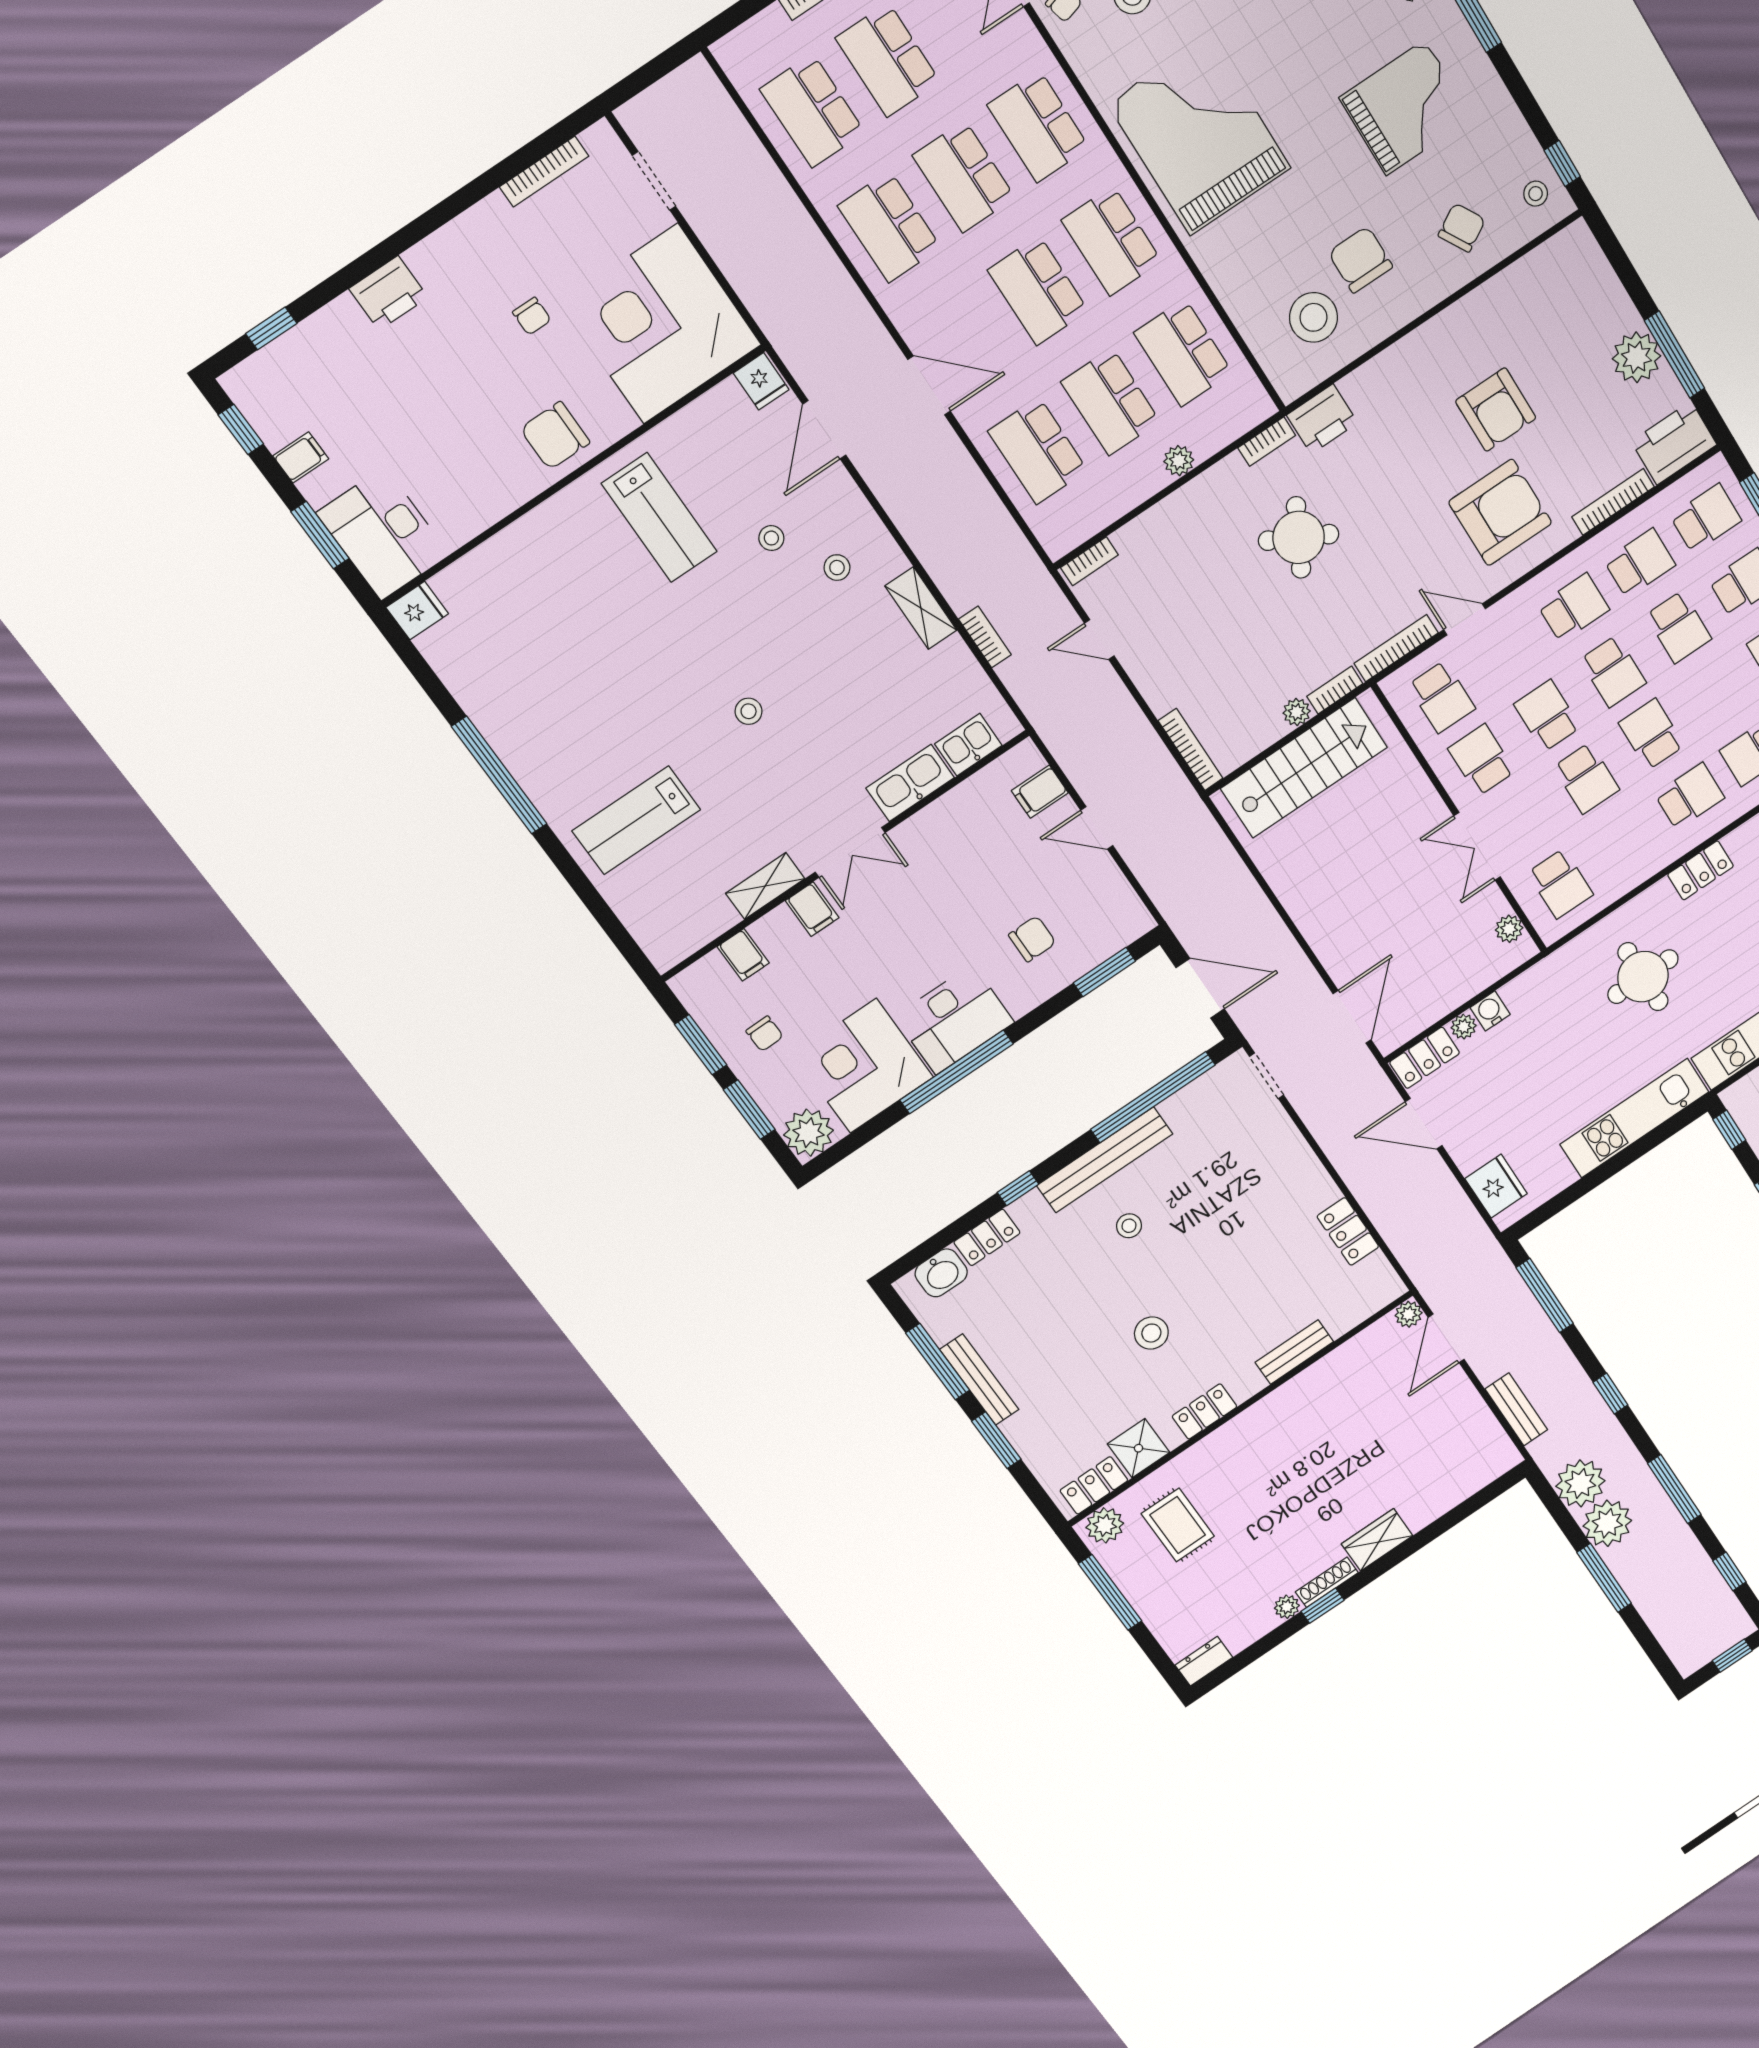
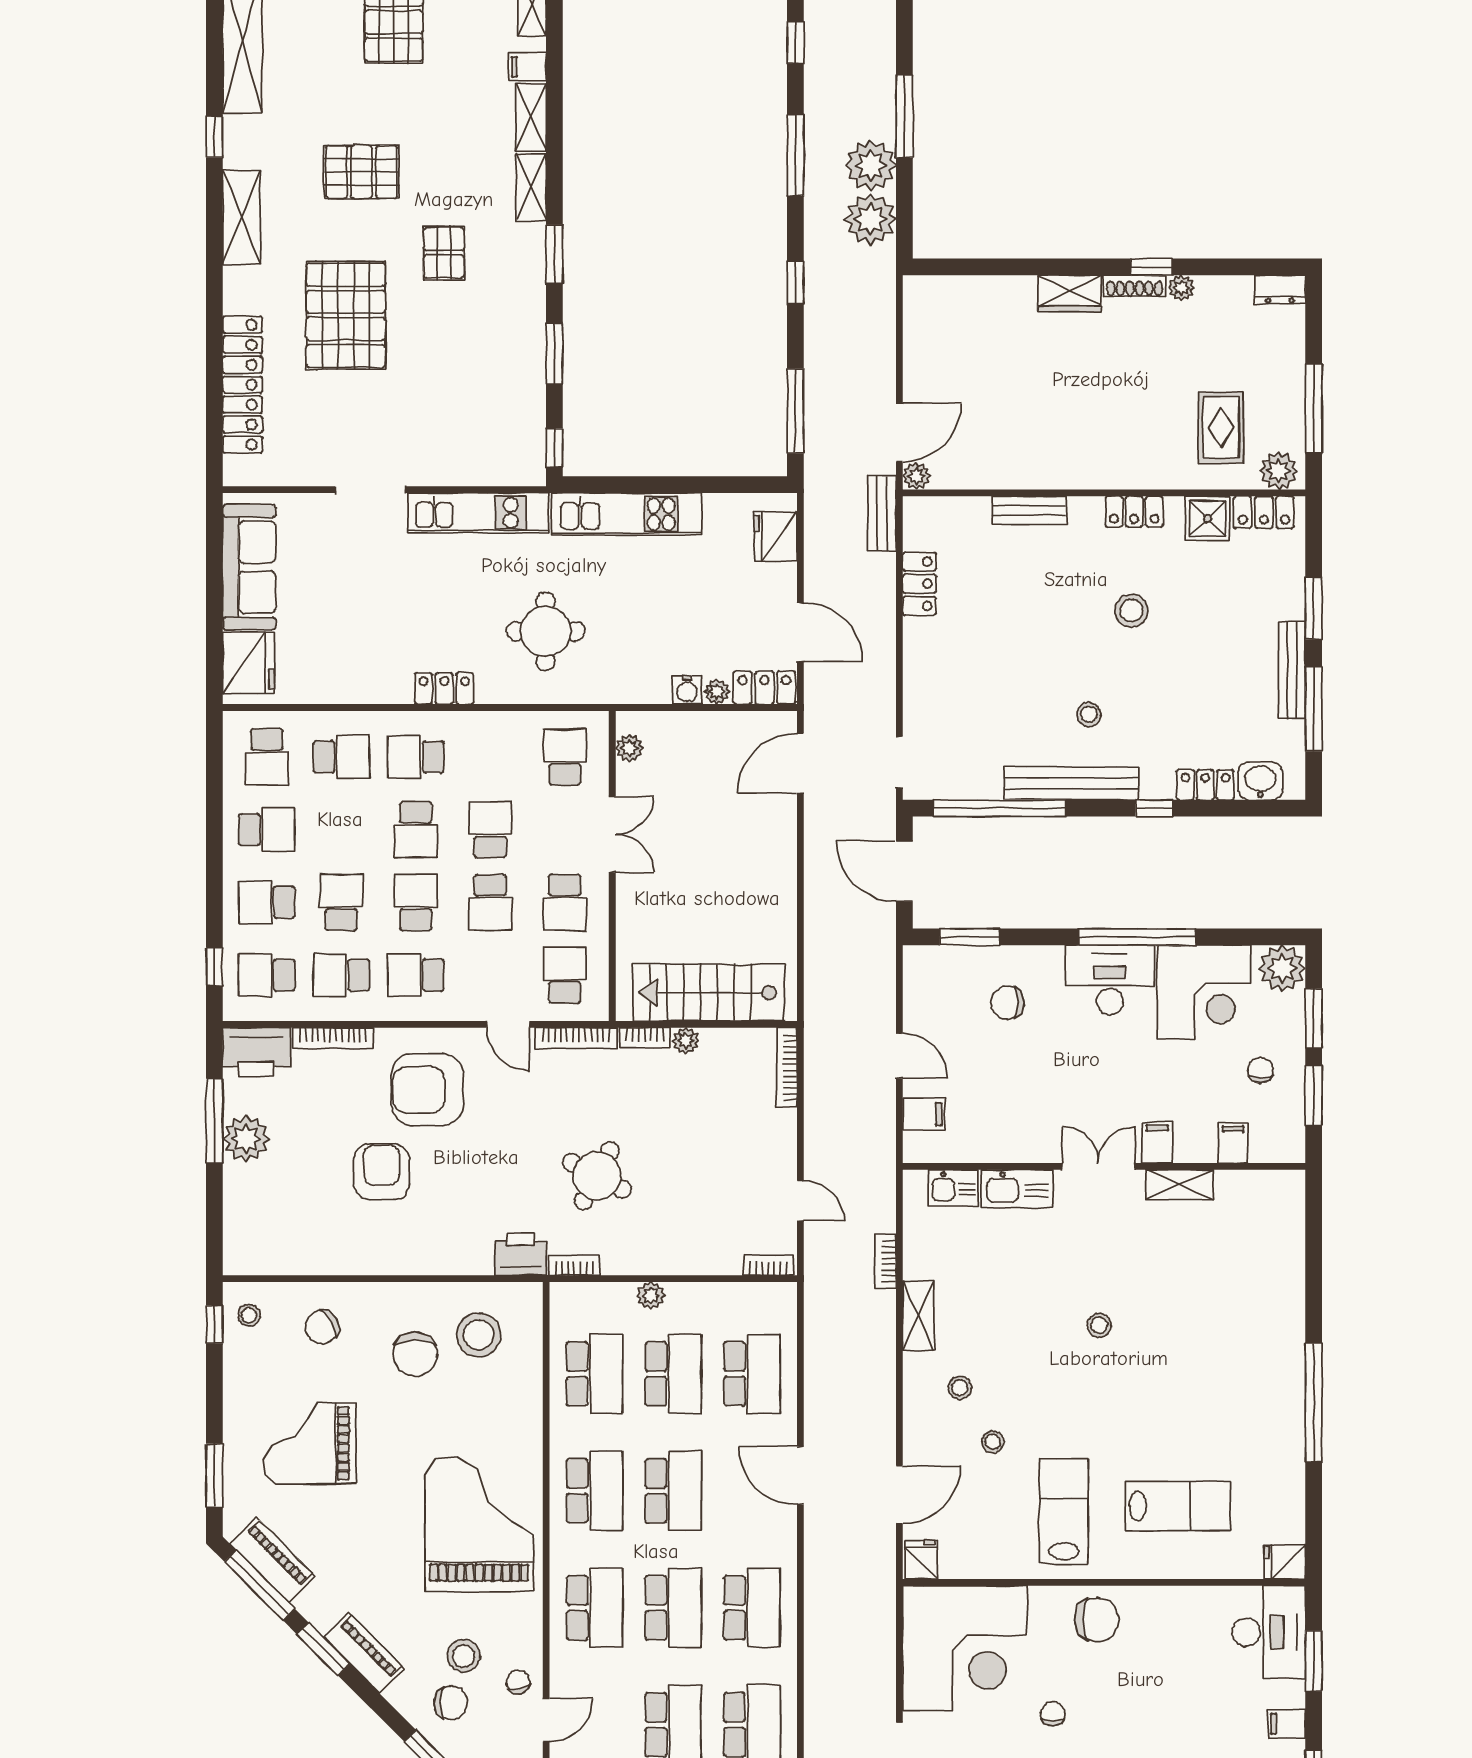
grand piano: (1199, 136) -> (479, 1524), turned 180
lab bench: (636, 820) -> (1178, 1506), moved
bench: (1516, 1409) -> (882, 513), moved

